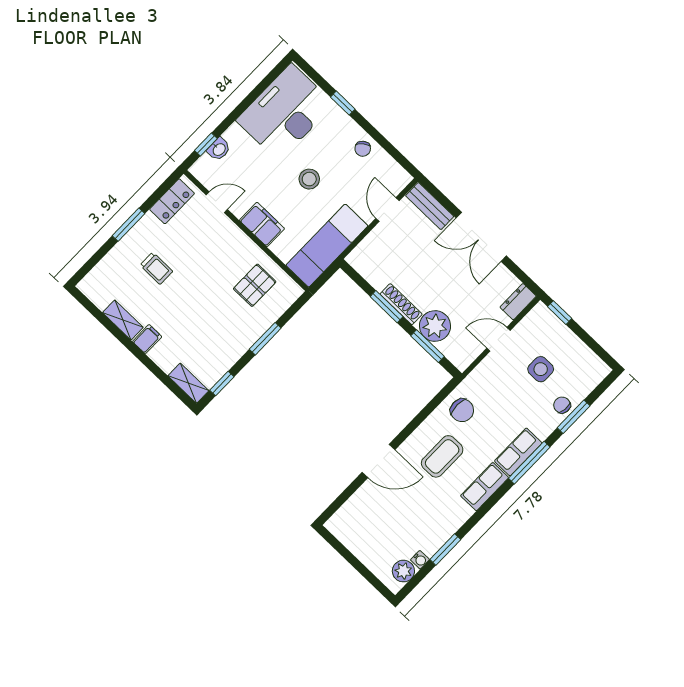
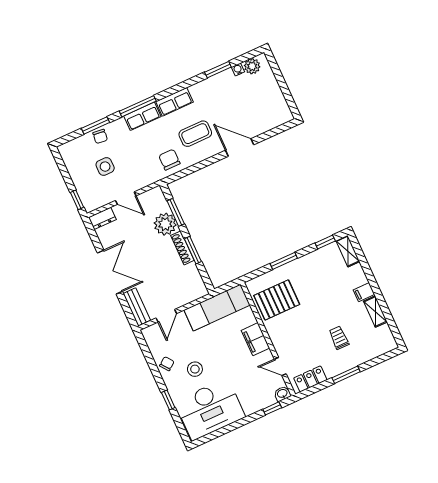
washbasin: (219, 149) -> (282, 394), moved
stool: (309, 179) -> (195, 369), moved
pallet: (255, 285) -> (277, 300), width x1.50, depth x1.42

